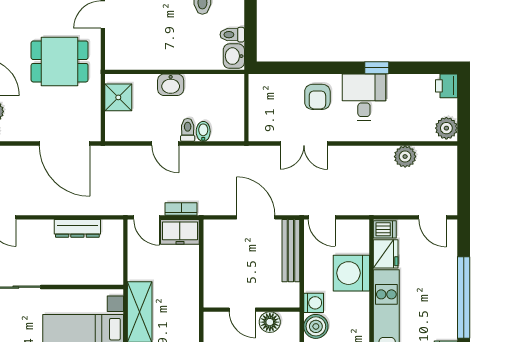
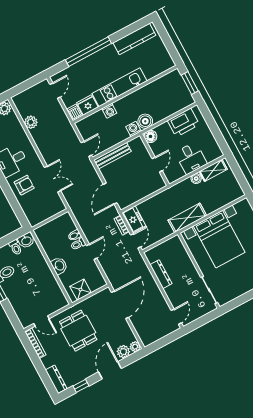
door: (256, 217) -> (110, 194), moved
washing machine: (351, 273) -> (109, 111), width x0.53, depth x0.53
floor lamp: (270, 322) -> (150, 136), moved

